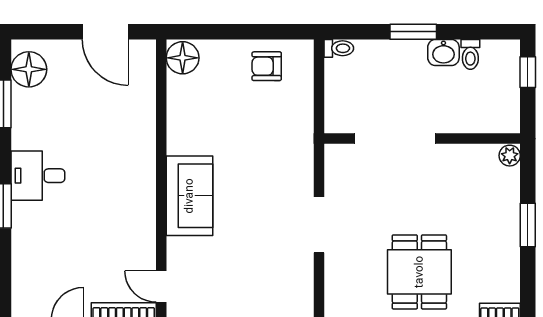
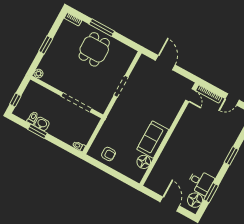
door: (105, 32) -> (170, 204), moved
window: (413, 32) -> (38, 131), moved
floor lamp: (183, 58) -> (144, 162), moved
desk: (38, 176) -> (201, 182), moved
sofa: (189, 196) -> (153, 140), moved

